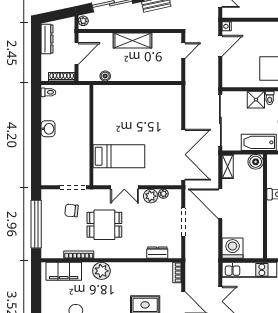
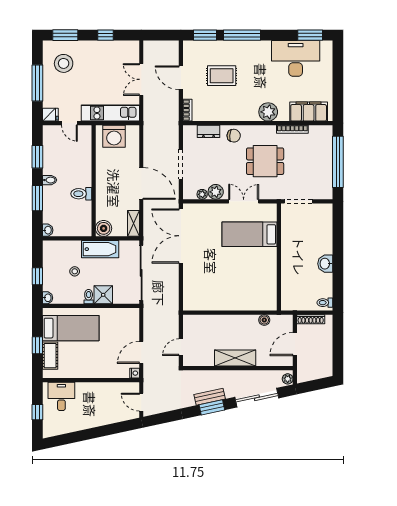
dresser: (47, 39) -> (326, 360), removed
chair: (71, 211) -> (234, 136), moved
washing machine: (233, 248) -> (114, 136), moved

